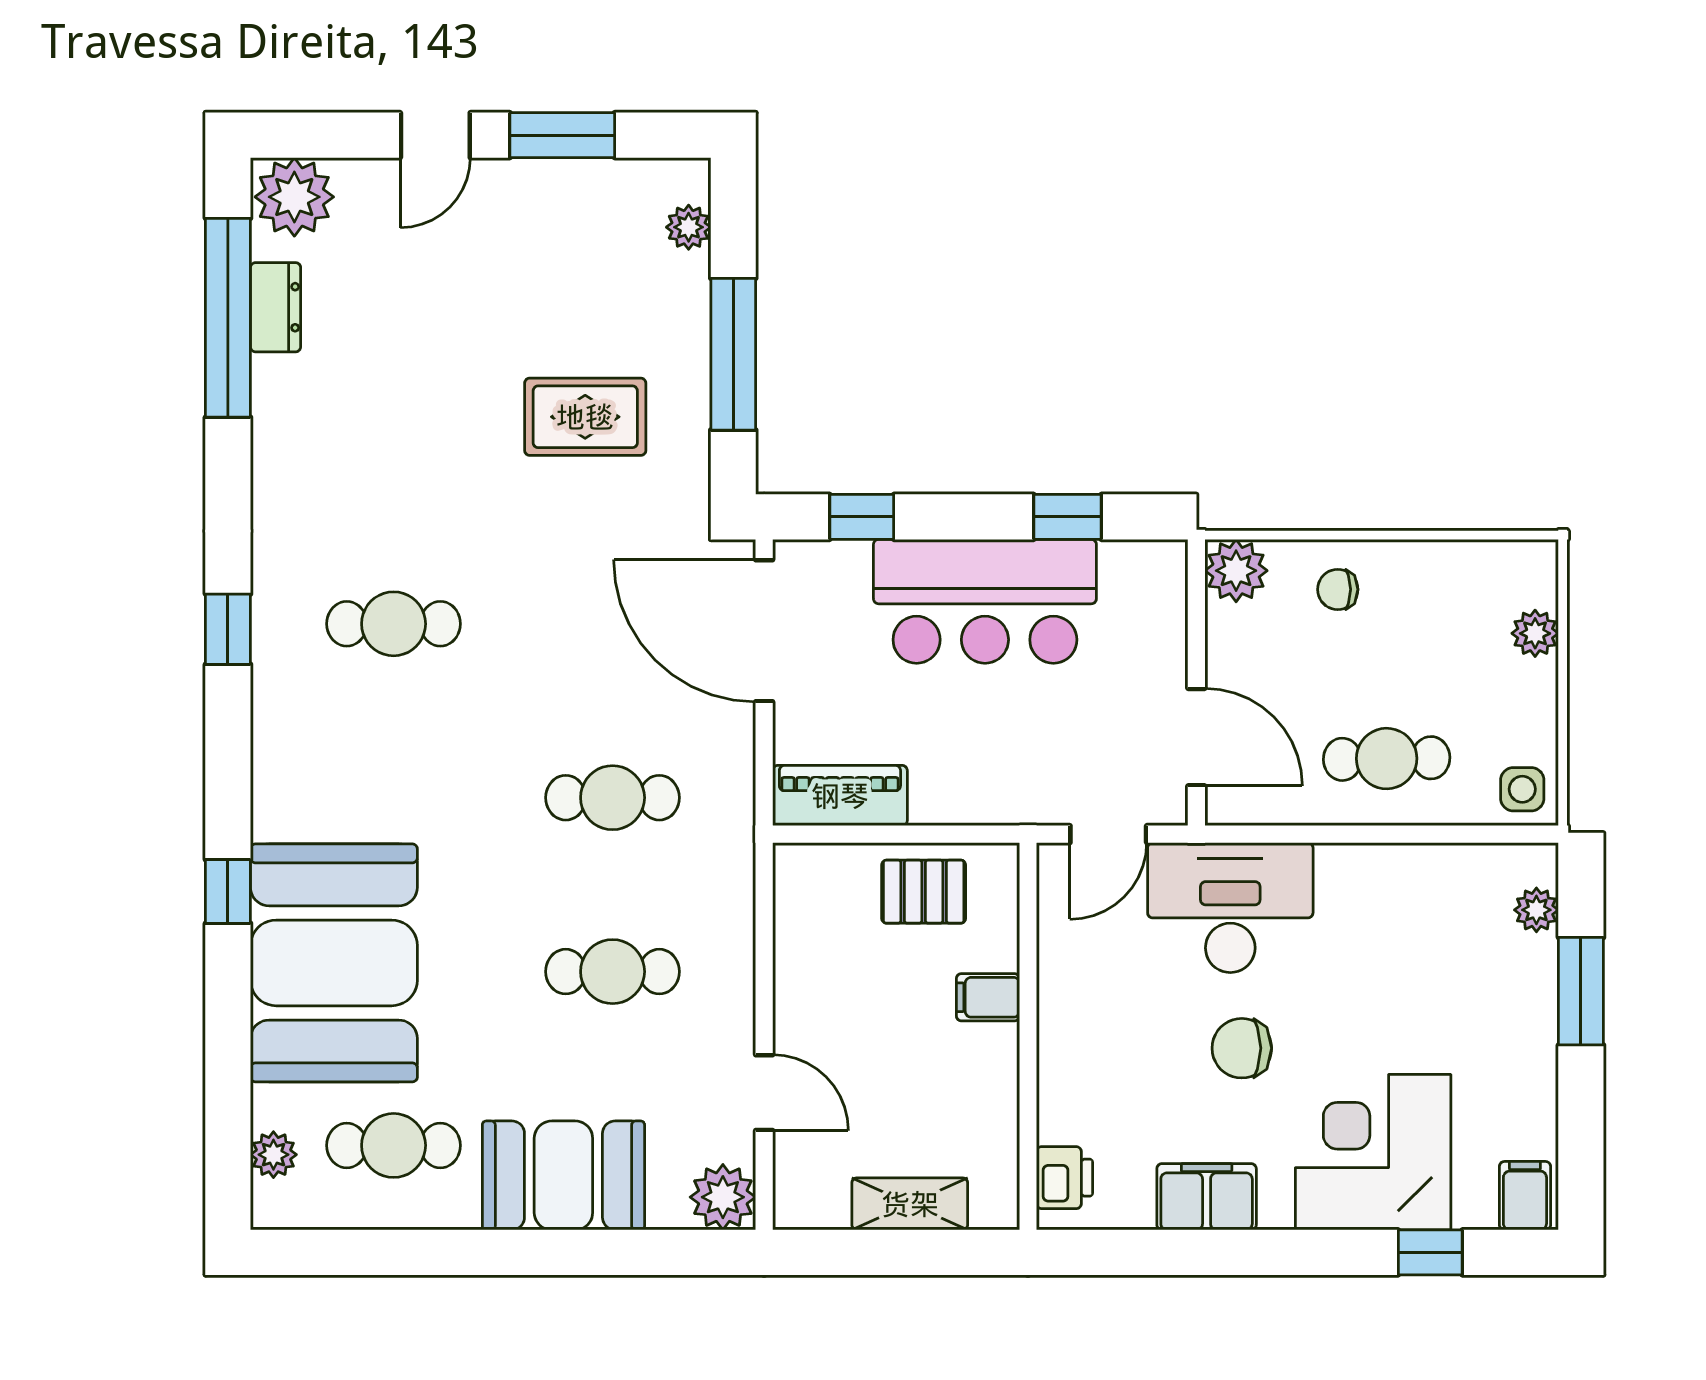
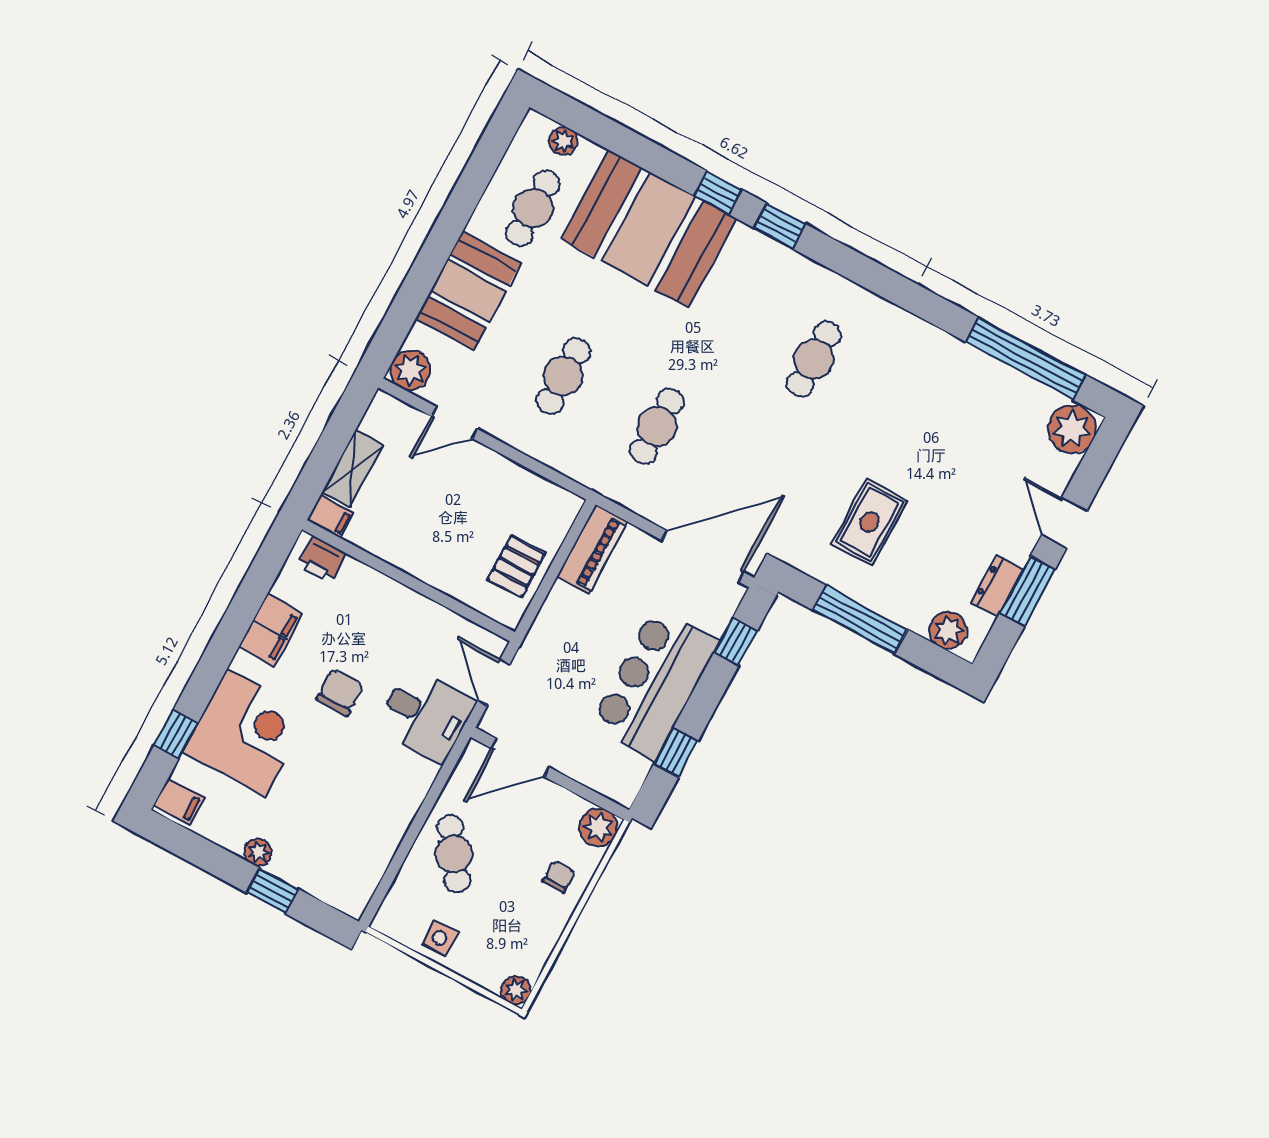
plant: (689, 227) -> (948, 630), width x1.38, depth x1.38
dresser: (276, 307) -> (997, 586), moved, turned 90
window: (228, 629) -> (780, 226), moved
plant: (1535, 633) -> (516, 990), moved
cafe table: (1387, 759) -> (454, 854), turned -35
side table: (1522, 789) -> (440, 938), moved
desk: (1230, 908) -> (426, 715), width x0.73
plant: (1536, 910) -> (258, 852), moved
window: (1581, 991) -> (273, 891), width x0.67
filing cabinet: (988, 997) -> (331, 517), moved, turned 90

